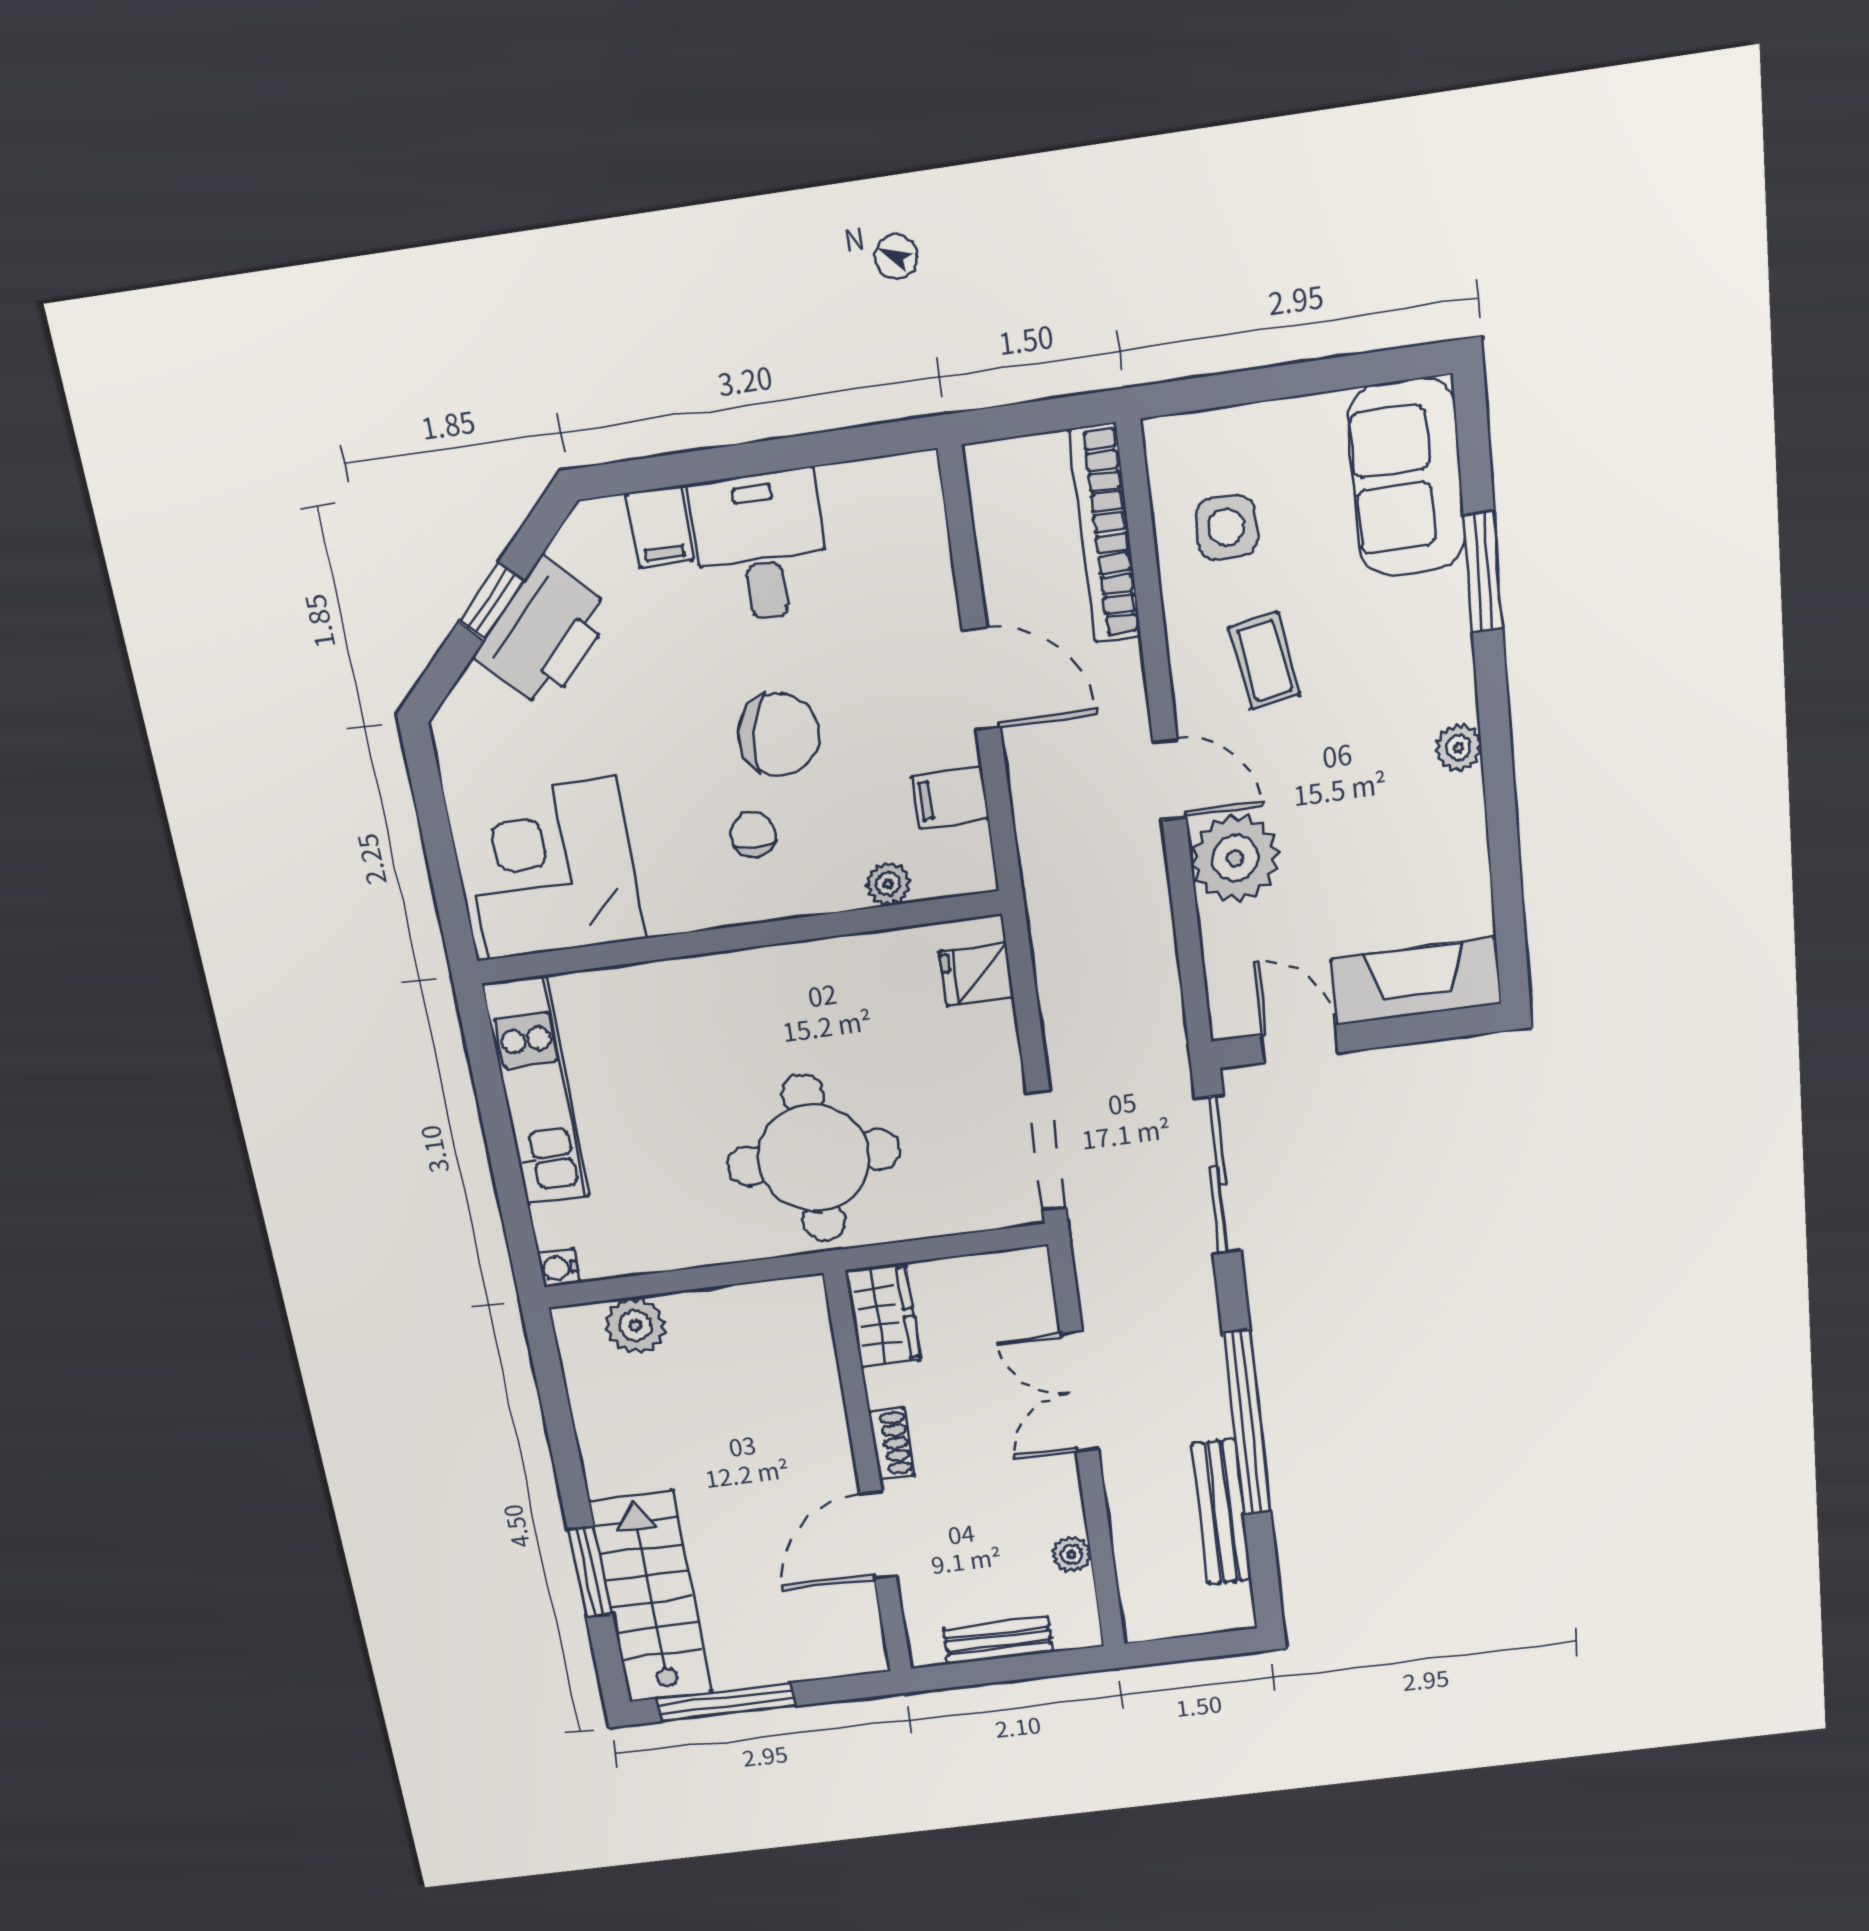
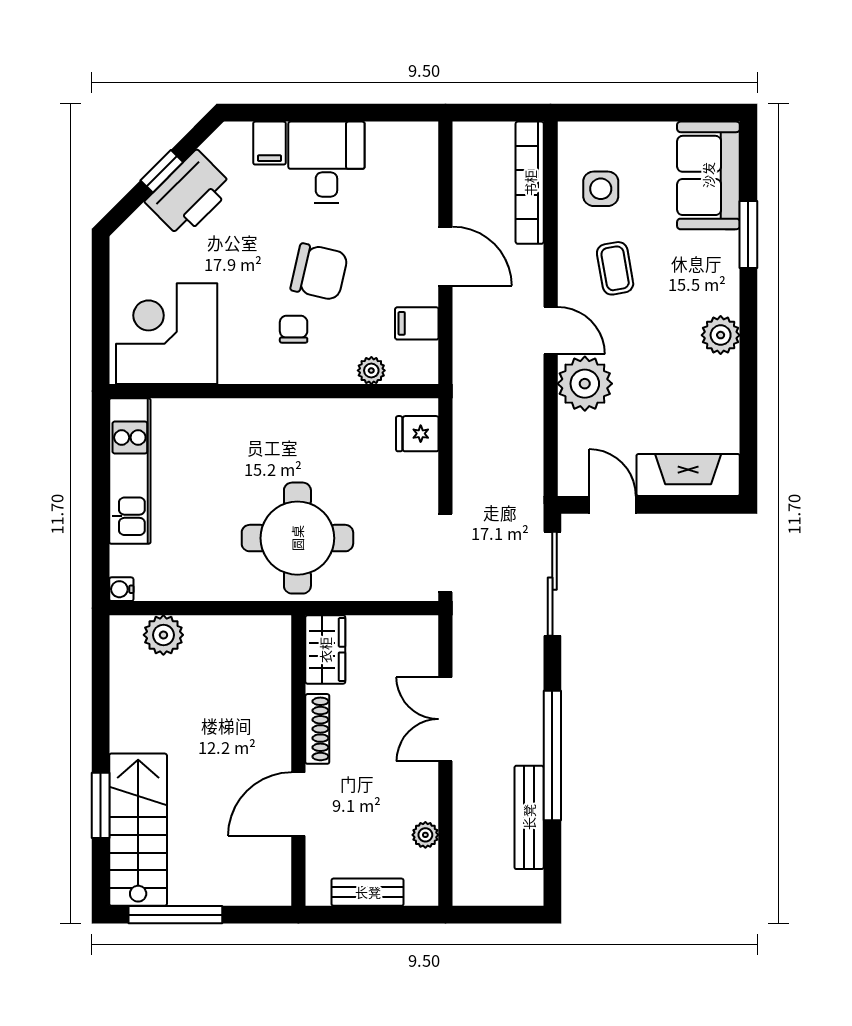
plant: (1458, 747) -> (721, 335), width x1.38, depth x1.38
shoe rack: (892, 1444) -> (317, 729), width x1.43

